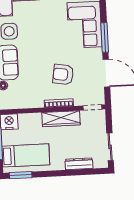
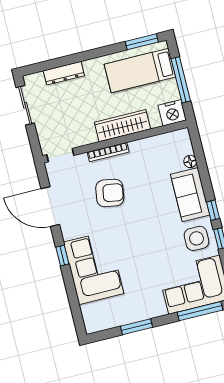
window: (105, 37) -> (62, 256), width x0.46
wardrobe: (61, 119) -> (122, 126), moved

